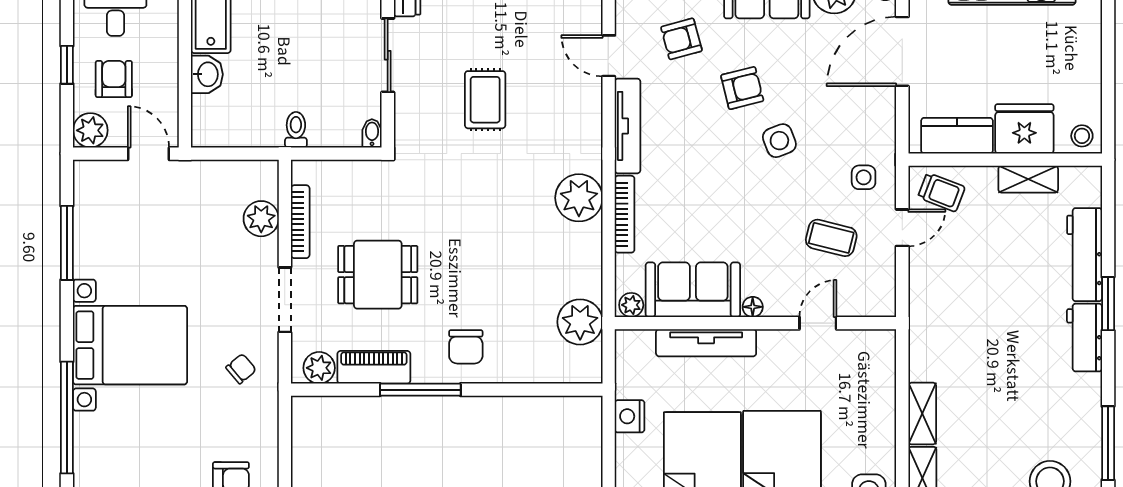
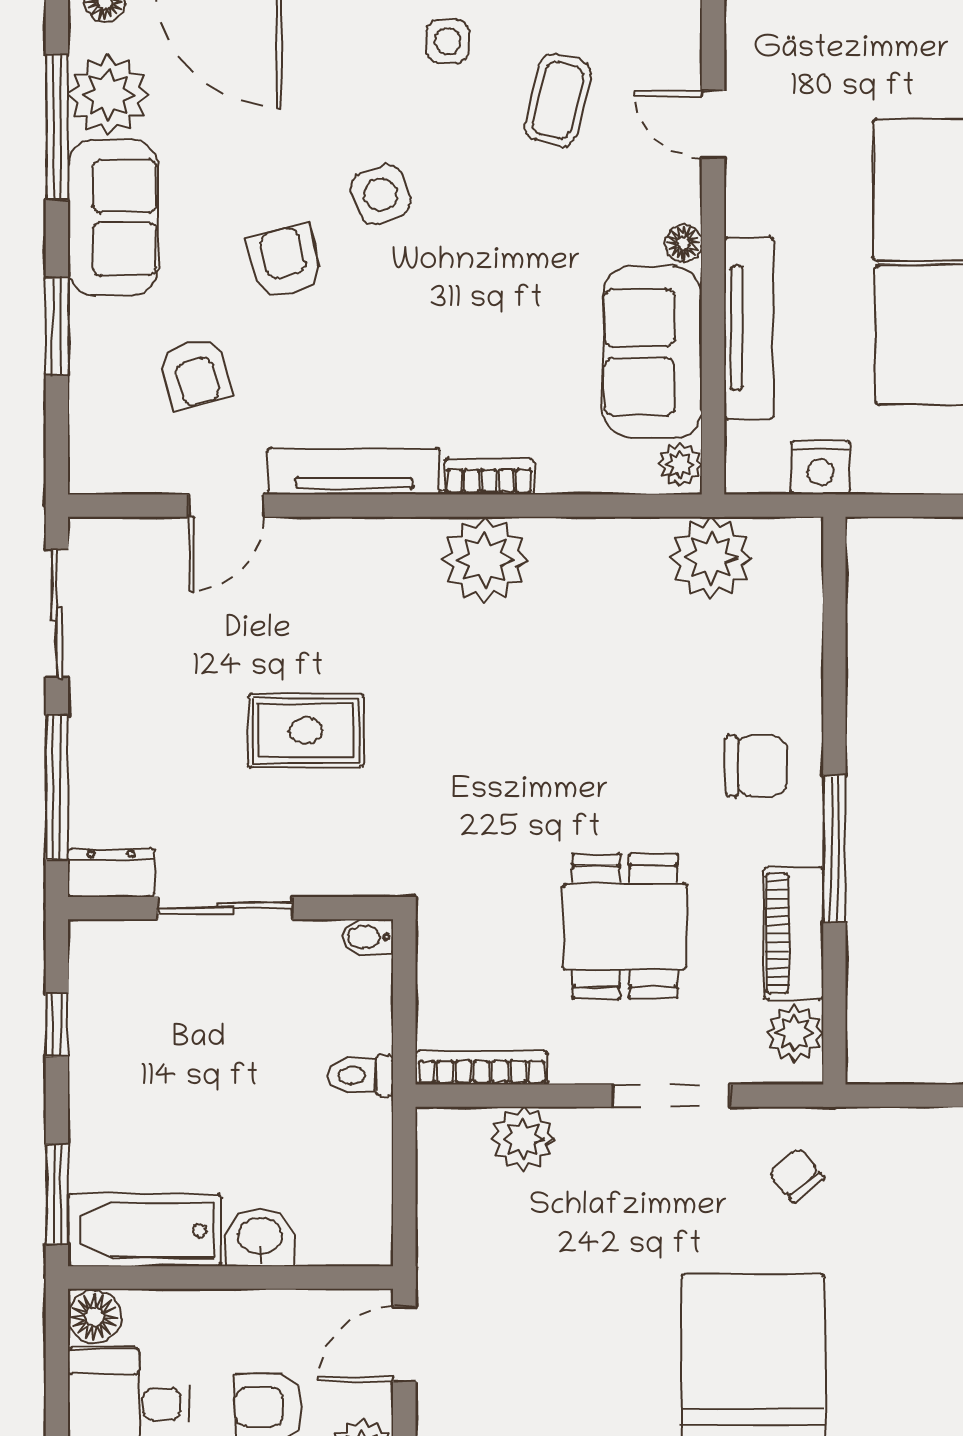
bookcase: (625, 214) -> (489, 477), width x0.64
bookcase: (300, 222) -> (482, 1068), moved
nightstand: (630, 416) -> (820, 468), moved

